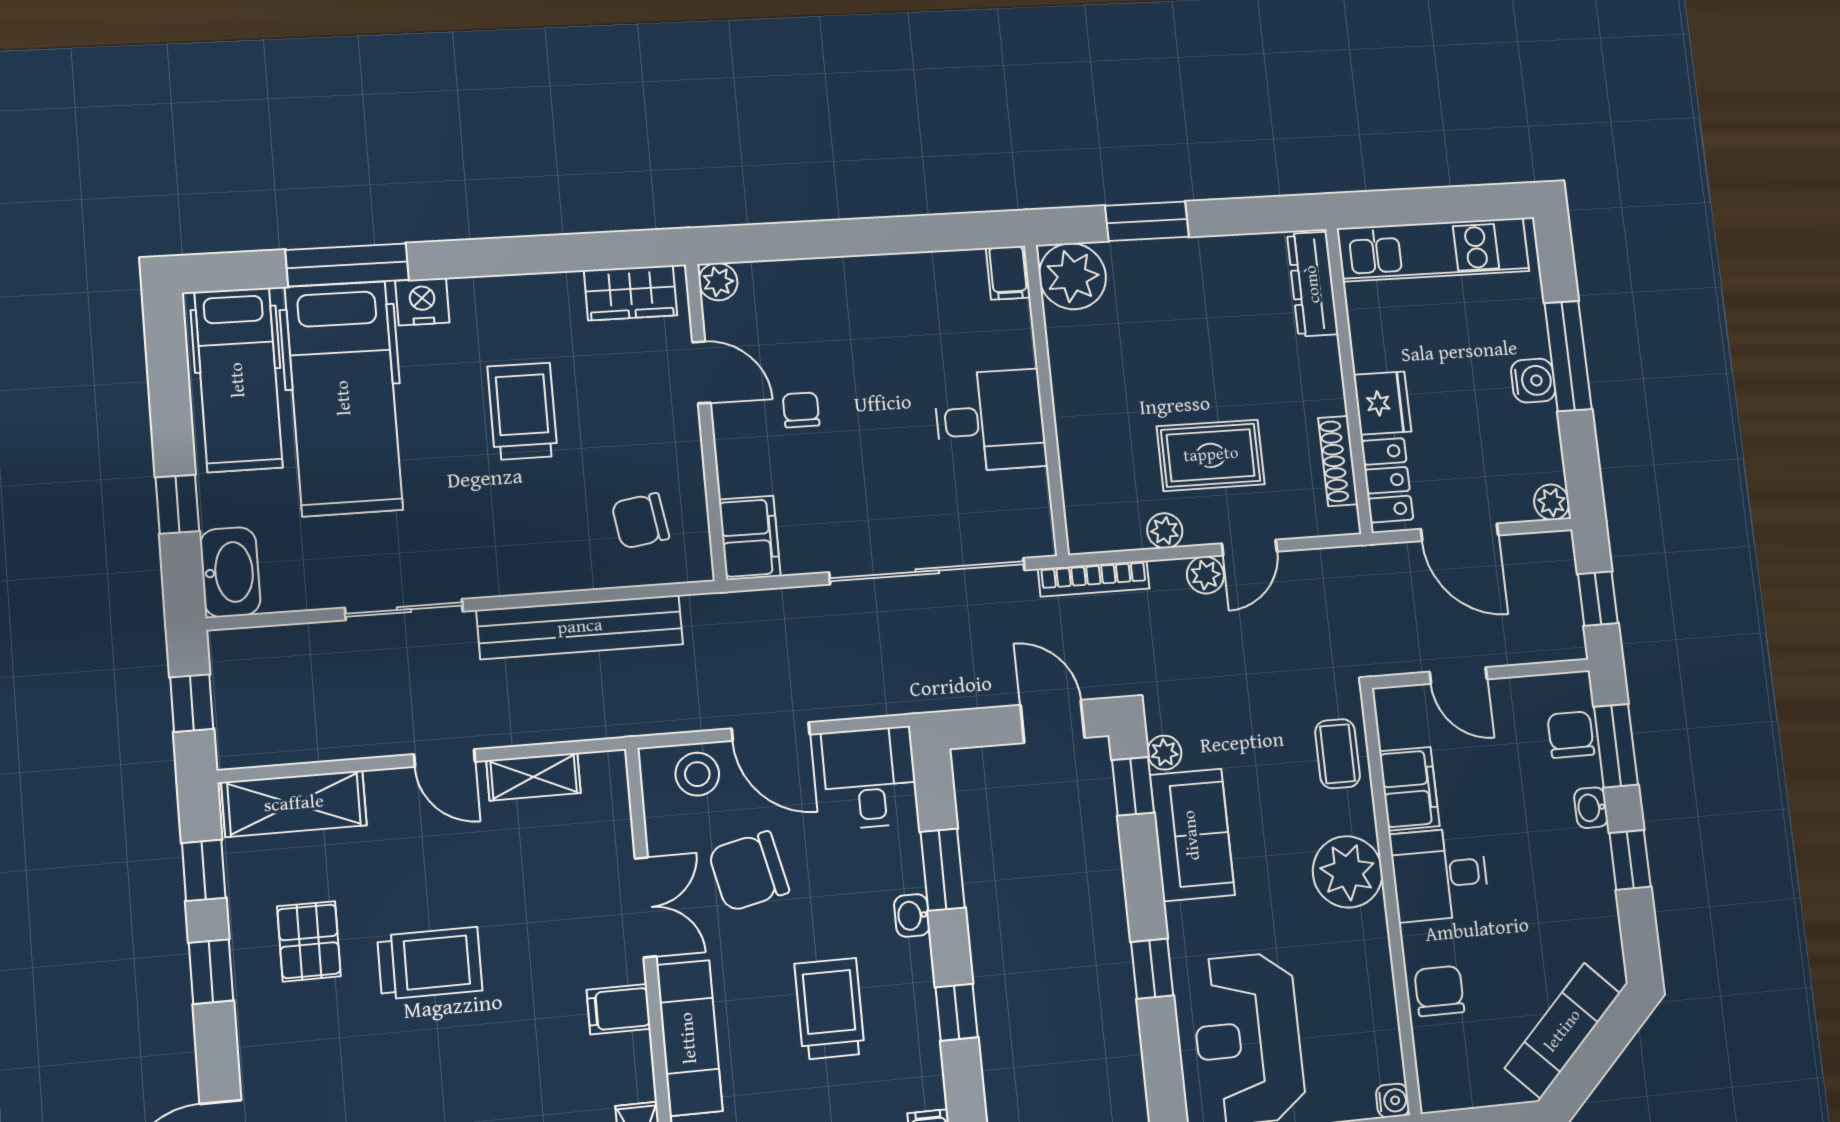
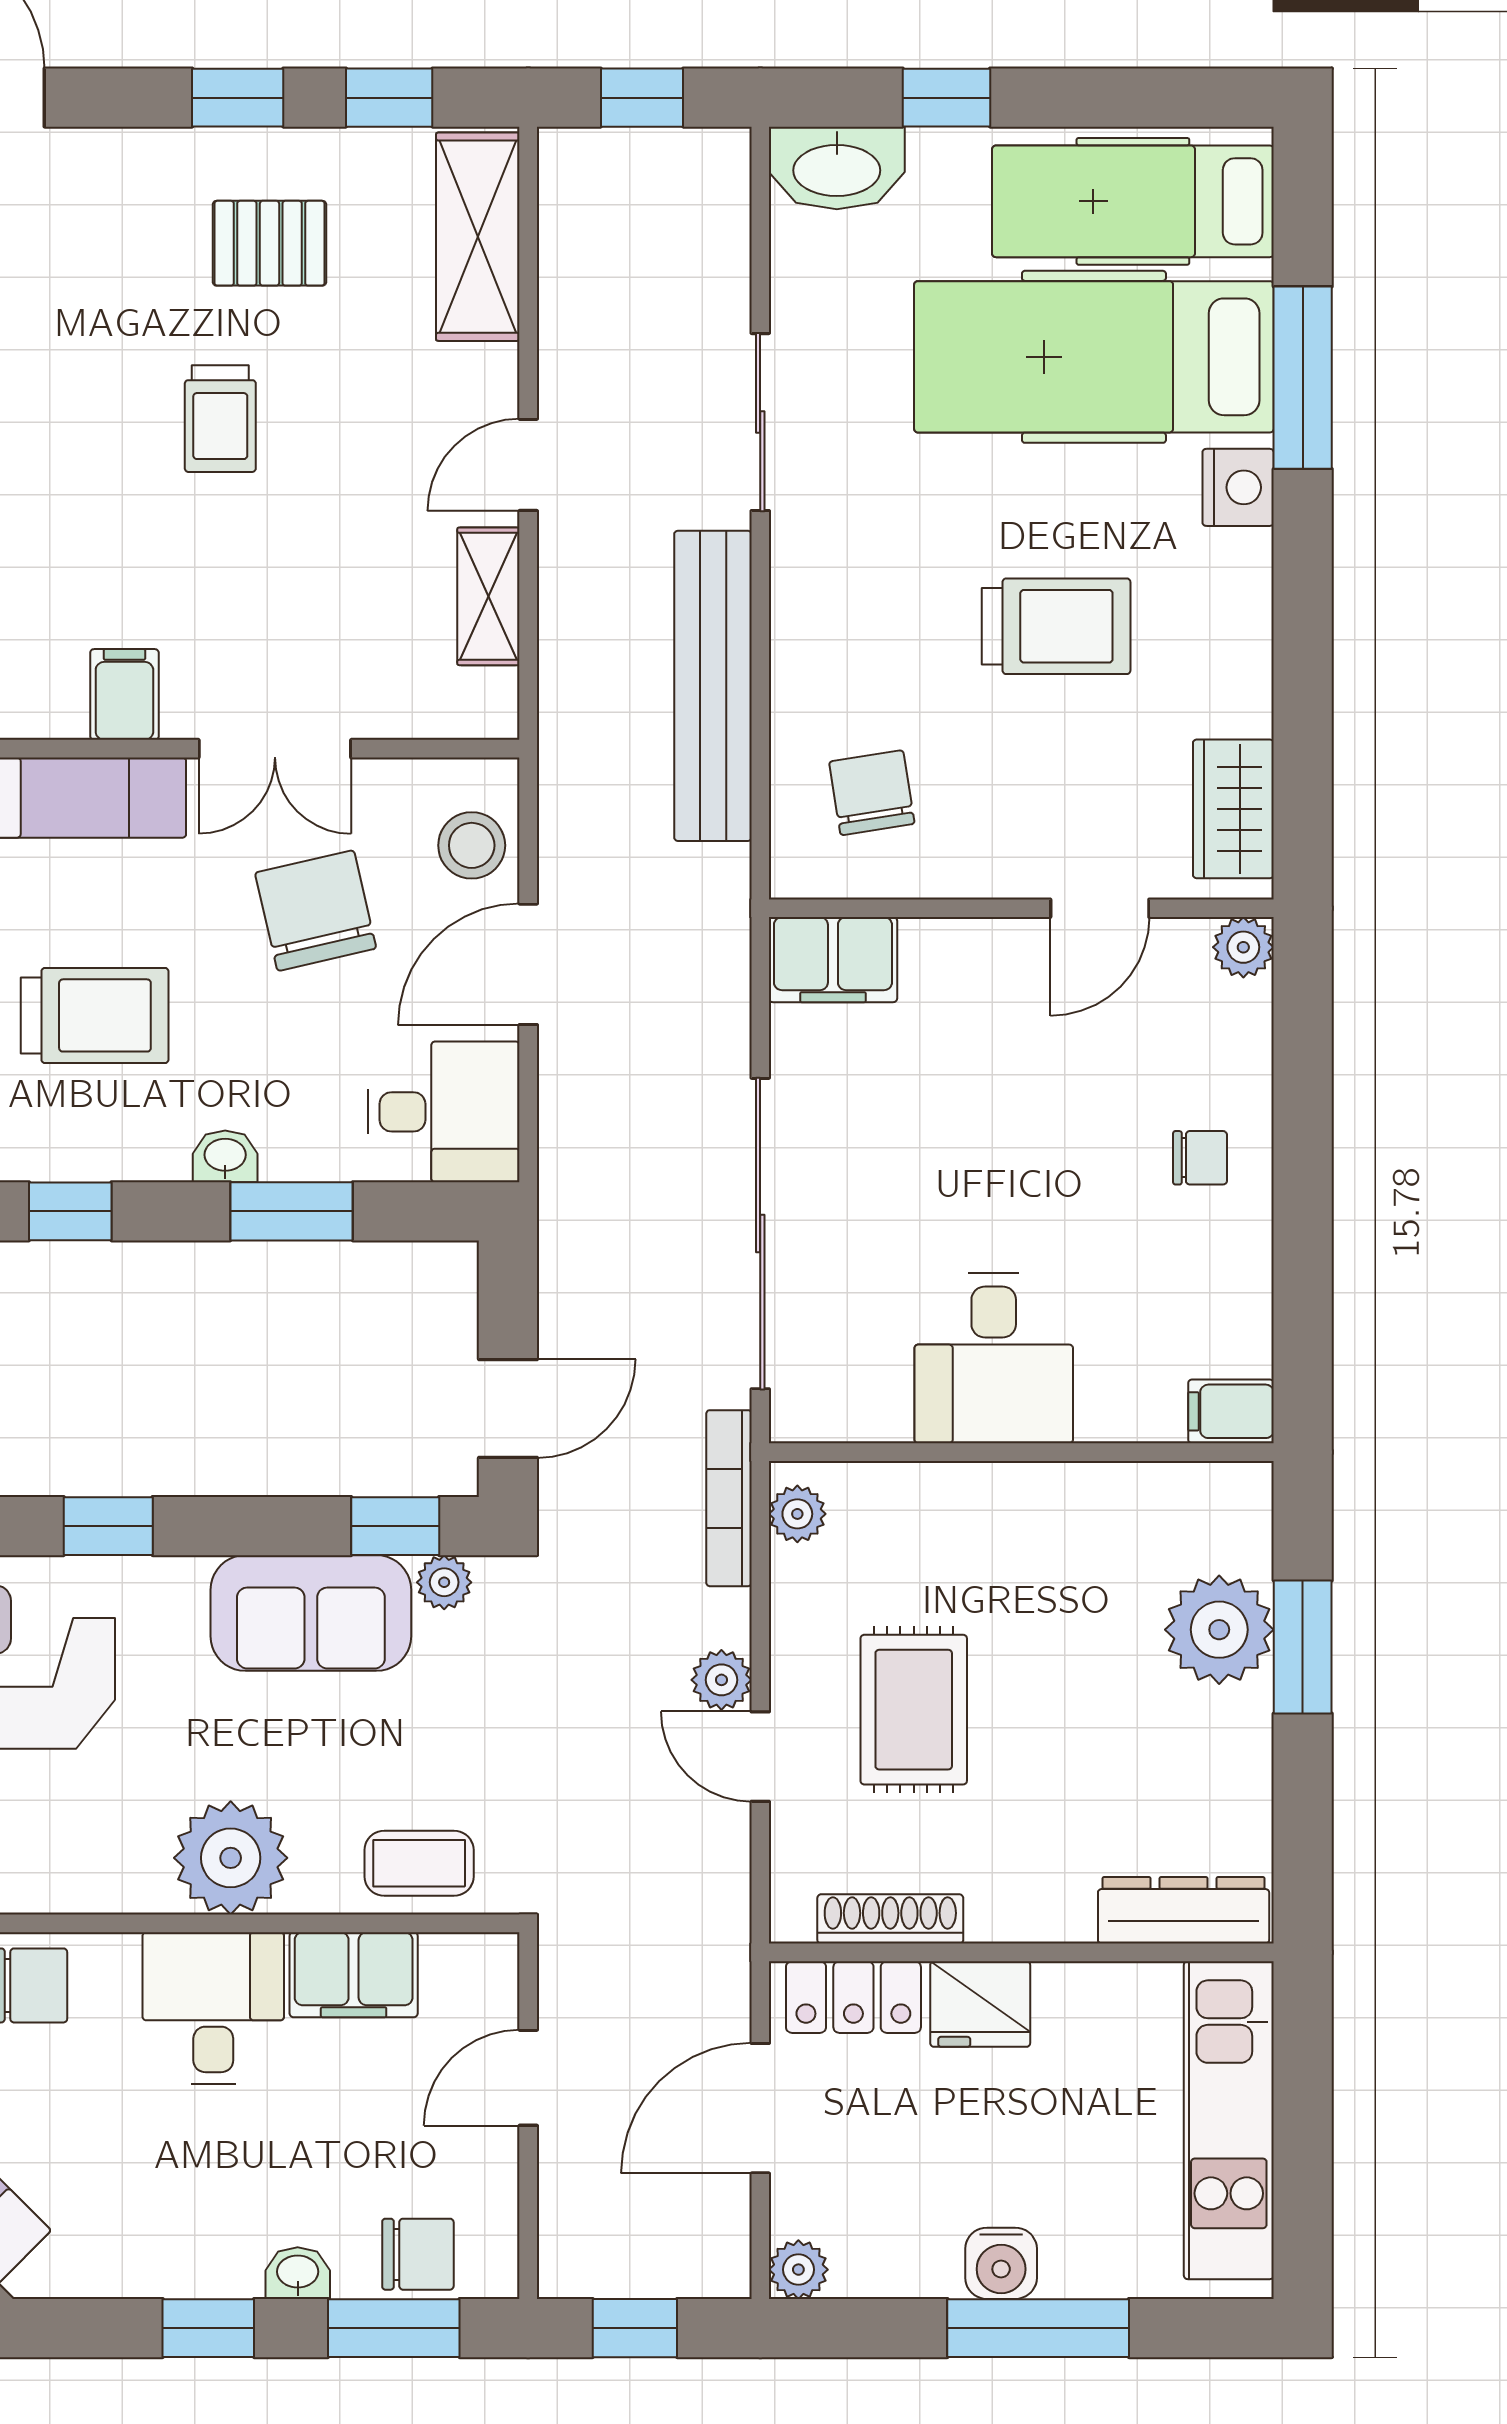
plant: (1072, 276) -> (1219, 1630), moved
chair: (801, 410) -> (1200, 1158), moved
plant: (1165, 531) -> (797, 1514), moved
trolley: (430, 963) -> (220, 419), width x0.73, depth x0.72

